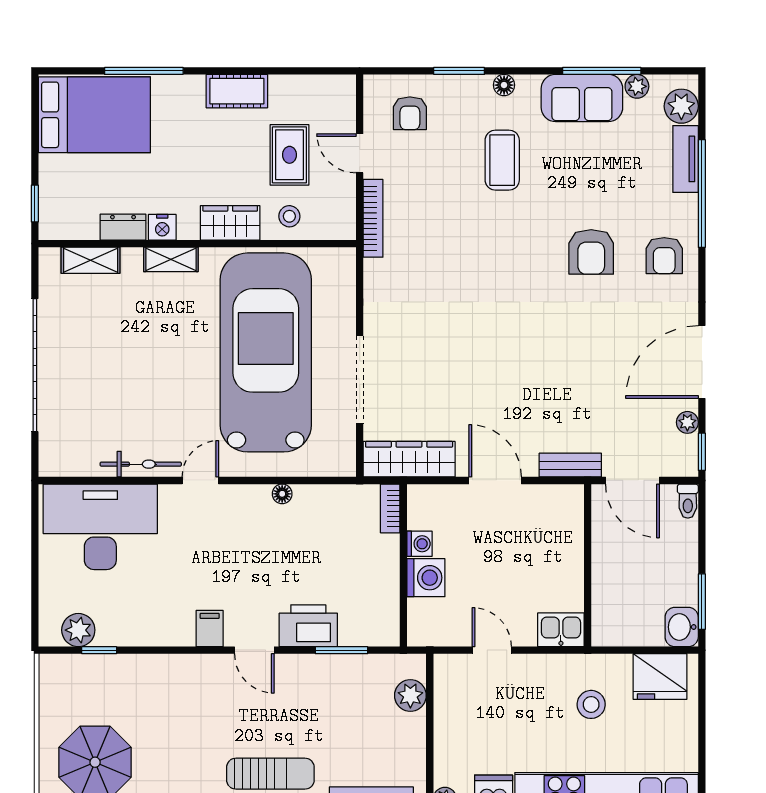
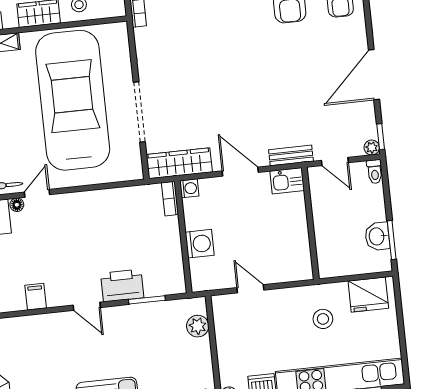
plant: (687, 422) -> (372, 148), moved
door: (632, 480) -> (335, 162), width x0.73
floor lamp: (282, 494) -> (17, 205), moved
washing machine: (420, 544) -> (189, 188), moved
washbasin: (682, 627) -> (377, 236), moved
filing cabinet: (210, 629) -> (36, 297), moved
kitchen sink: (561, 630) -> (287, 181), moved, turned 180

